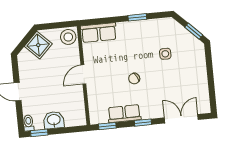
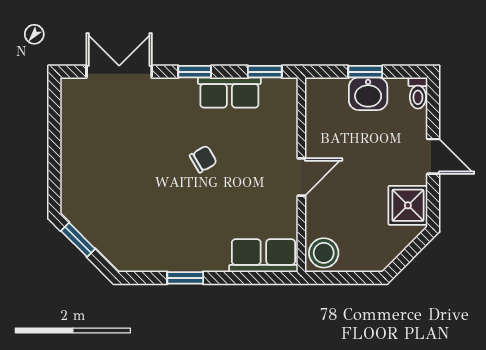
shower: (38, 45) -> (408, 205), moved, turned 45
side table: (165, 54) -> (138, 201), removed
double door: (181, 119) -> (119, 72), swing flipped
window: (39, 133) -> (365, 72), moved

